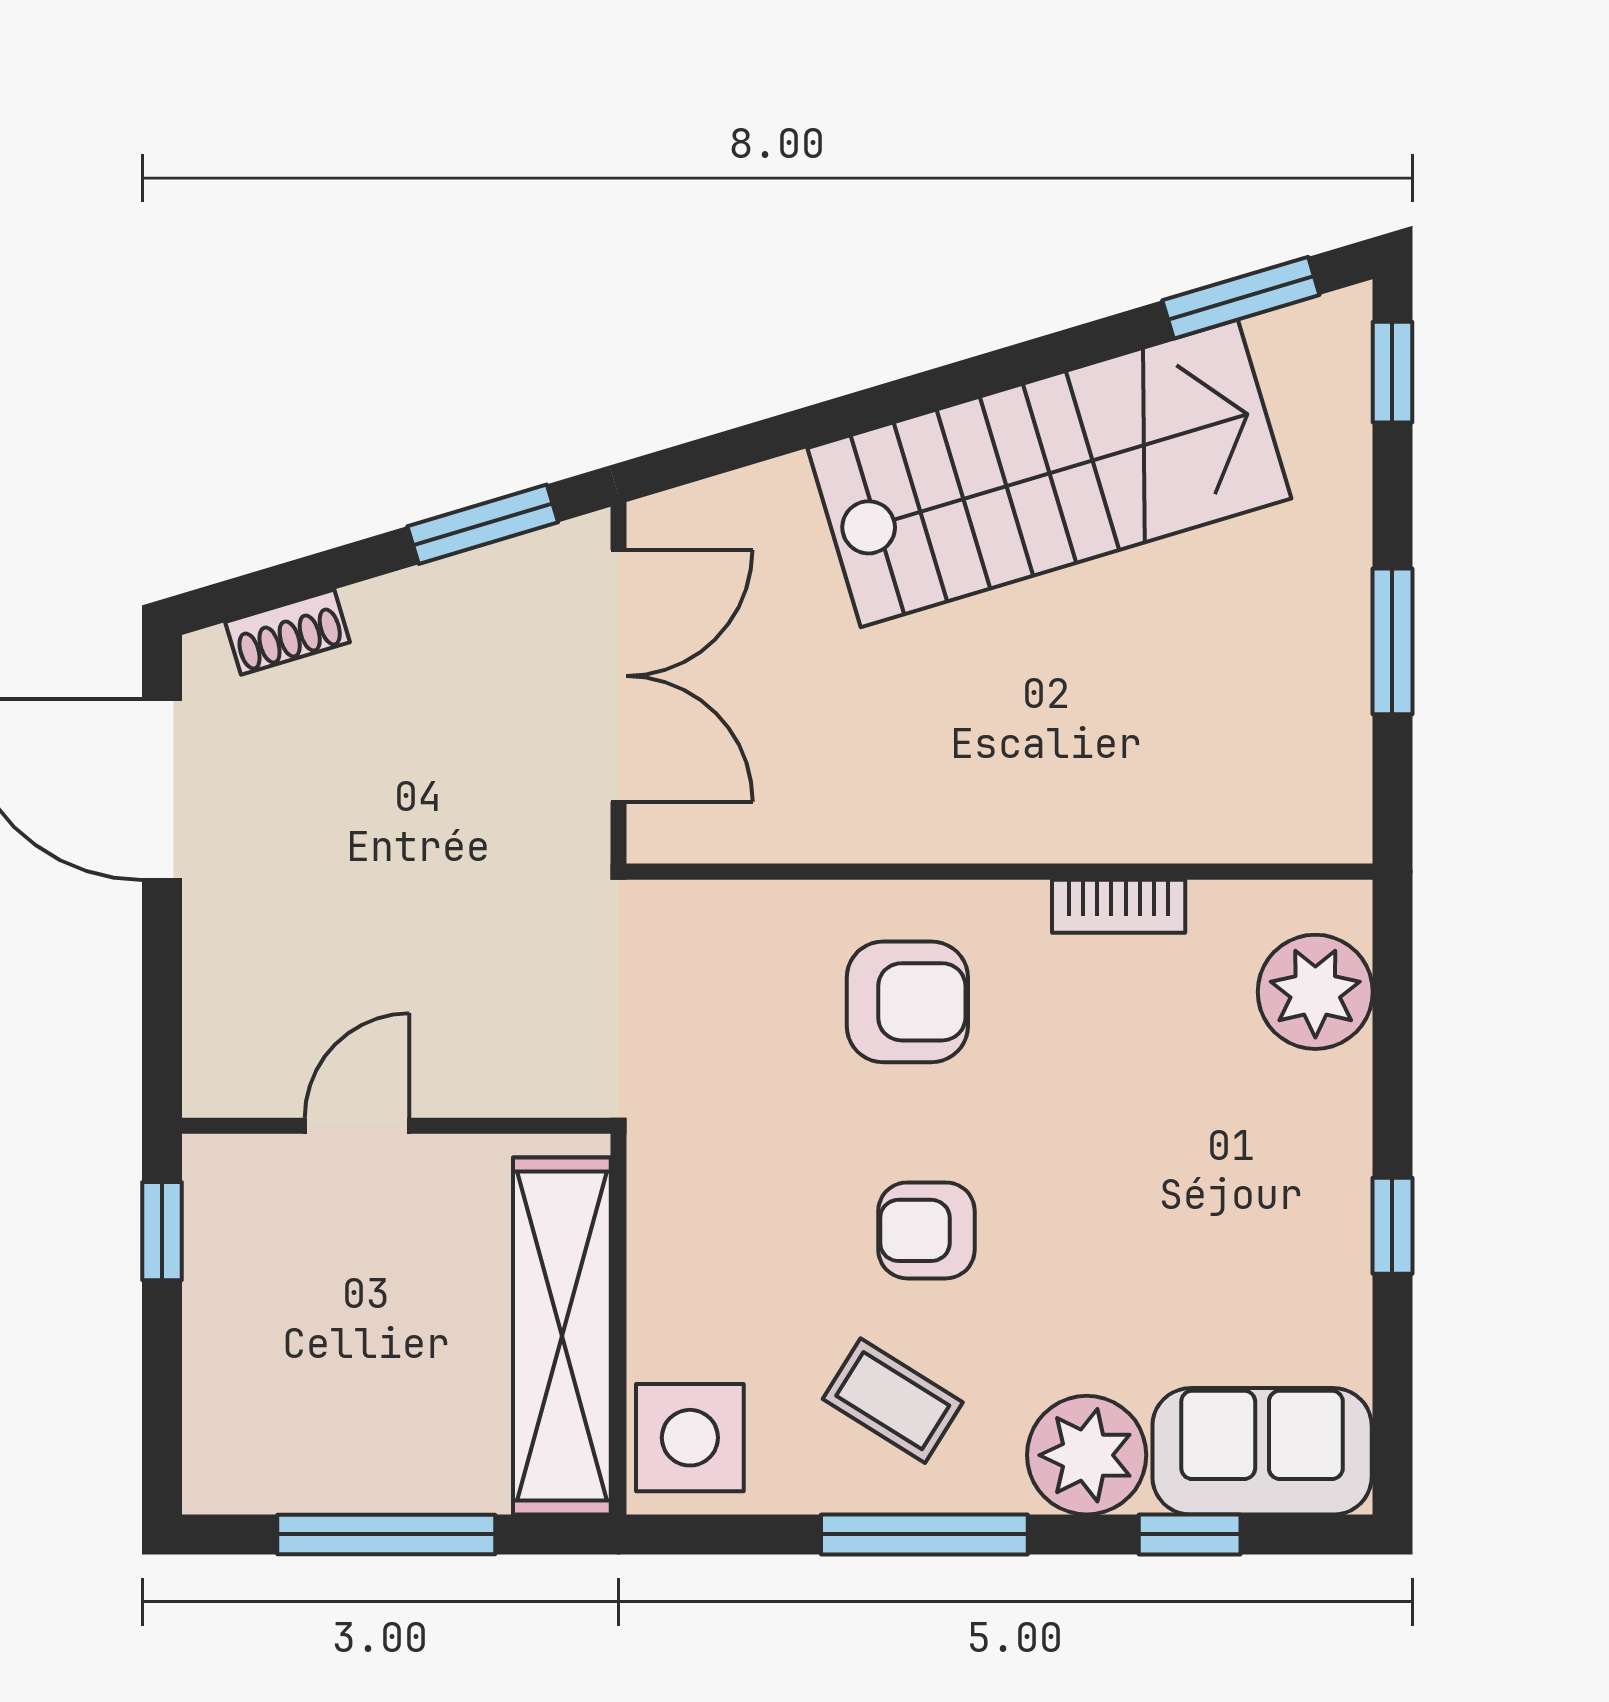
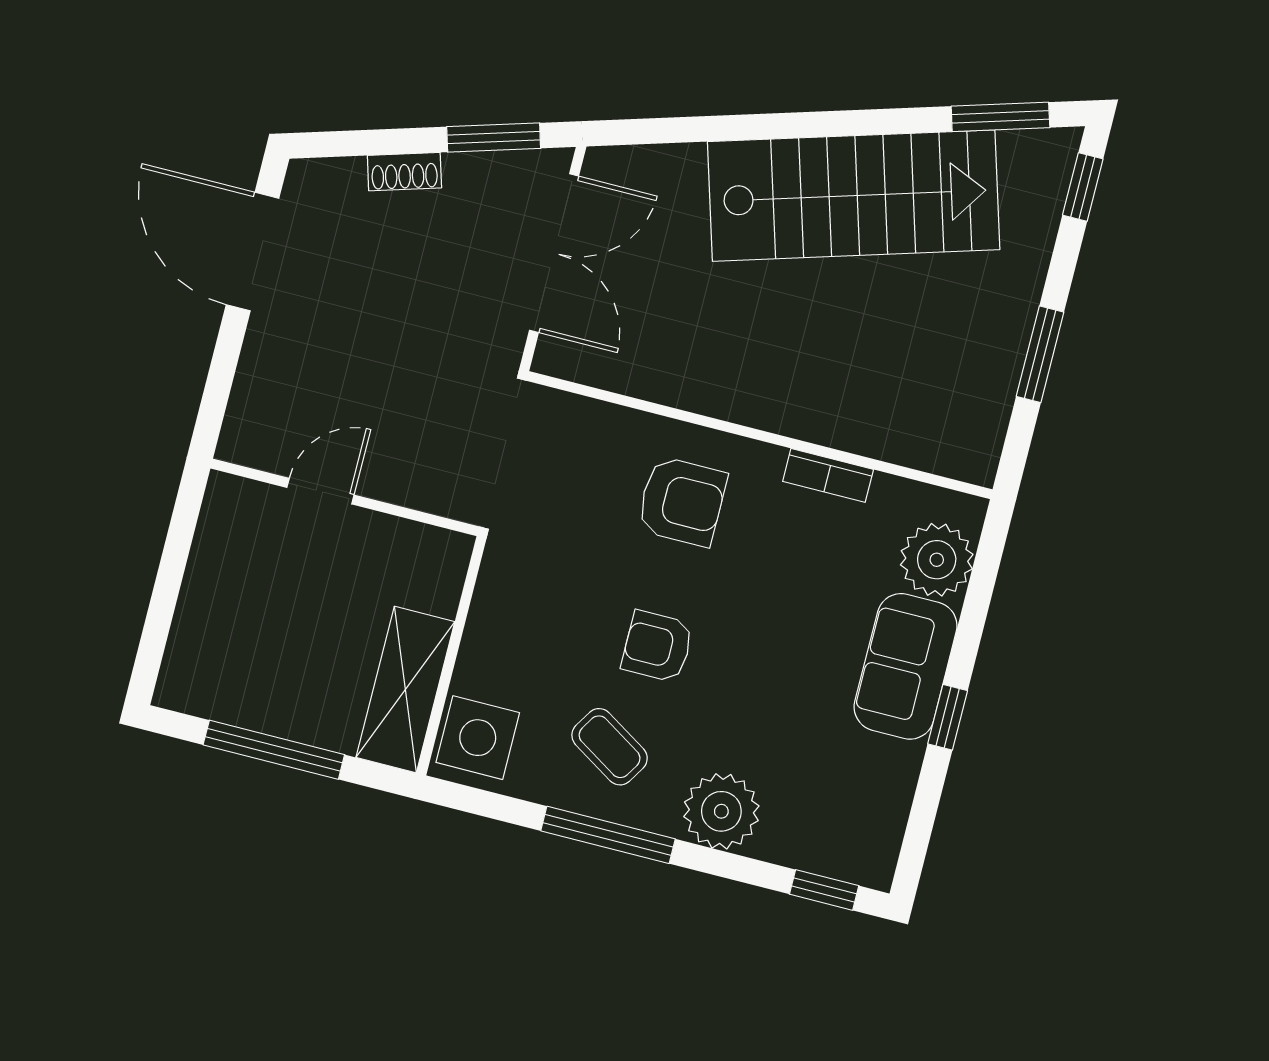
shoe rack: (288, 632) -> (404, 172), moved
window: (162, 1231) -> (183, 526), removed
shelving: (562, 1336) -> (405, 690), width x0.68
sofa: (1262, 1451) -> (906, 666), moved, turned -90
window: (1190, 1534) -> (824, 890), moved

